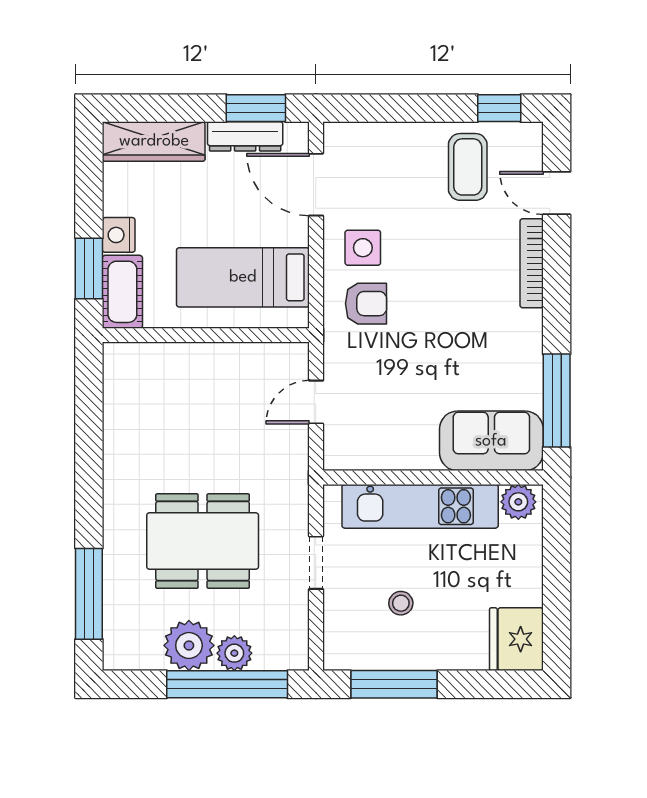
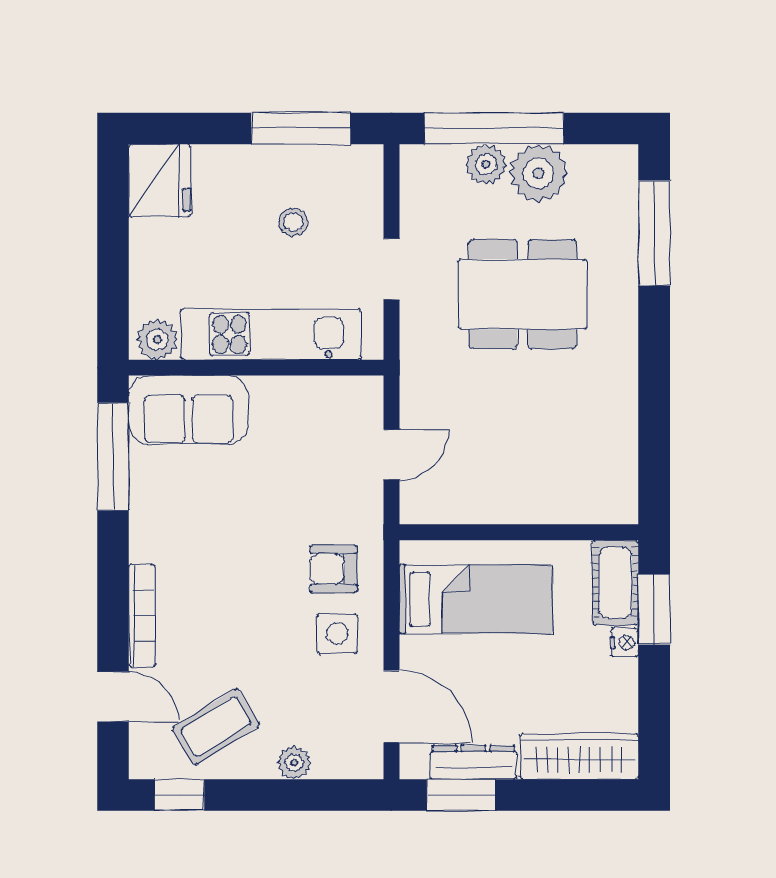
plant: (400, 136) -> (294, 763), added
coffee table: (468, 167) -> (216, 727), turned 58
nightstand: (119, 235) -> (625, 643), width x0.72, depth x0.74

